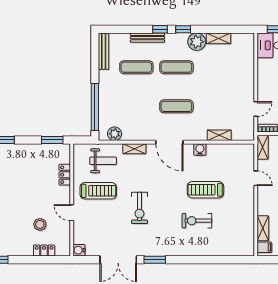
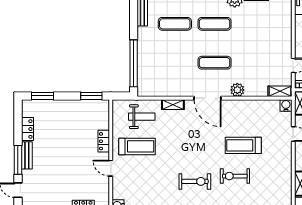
plant: (115, 134) -> (237, 90), moved
shelving: (219, 135) -> (280, 91), moved
water cooler: (200, 149) -> (286, 105), moved
locker: (65, 175) -> (104, 141), moved
exercise bike: (139, 208) -> (195, 181), moved, turned -90
stool: (40, 224) -> (79, 180), removed

